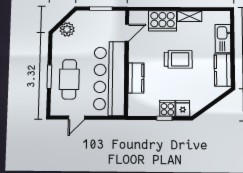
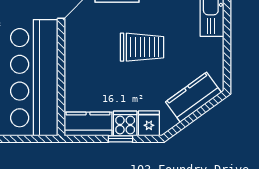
kitchen counter: (223, 70) -> (194, 97), moved, turned 54
kitchen counter: (136, 78) -> (88, 124), moved, turned -90

